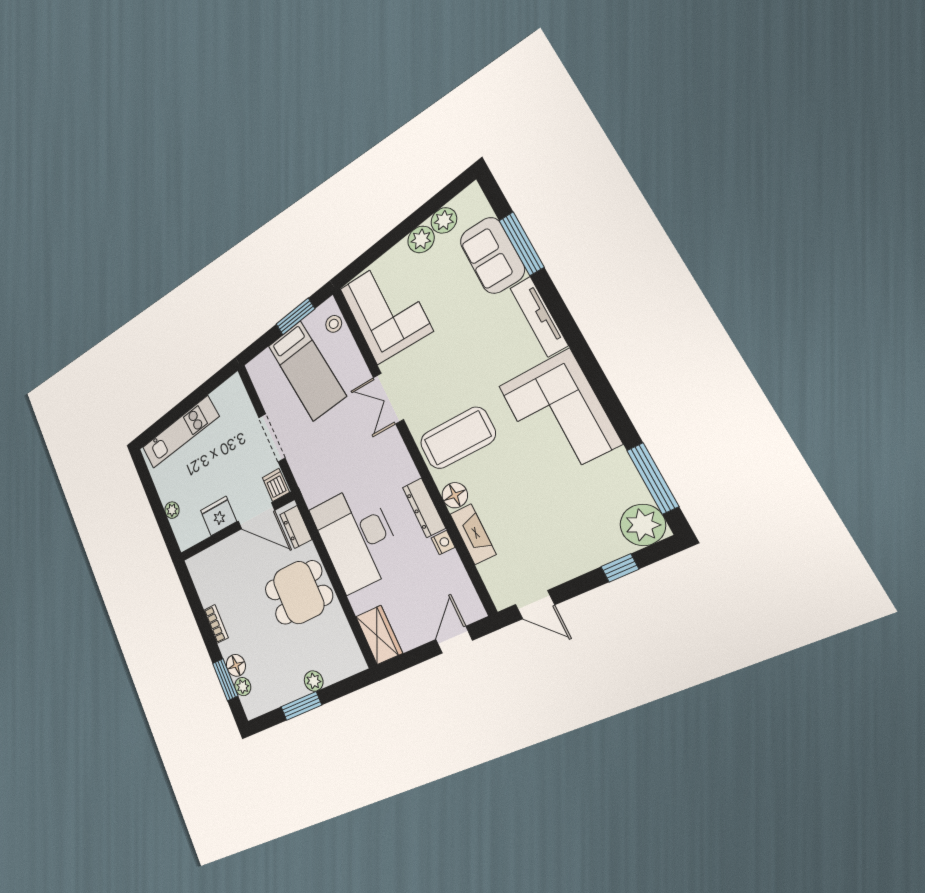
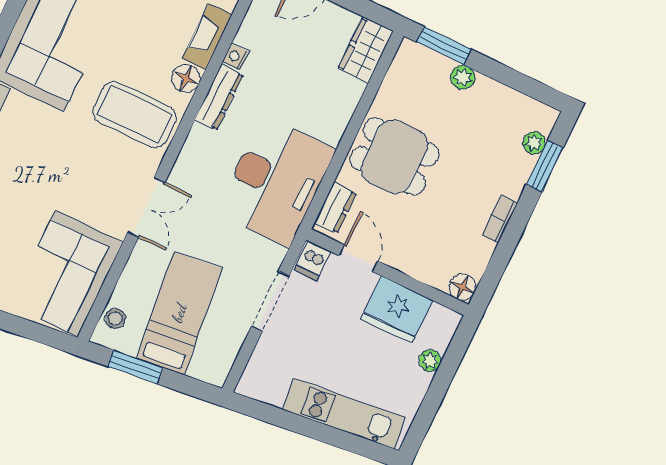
fridge: (218, 516) -> (397, 309), width x1.36, depth x1.34
door: (256, 516) -> (359, 258), width x0.73
desk: (357, 538) -> (276, 181), moved
floor lamp: (236, 665) -> (463, 287), moved
window: (301, 706) -> (444, 46), moved

